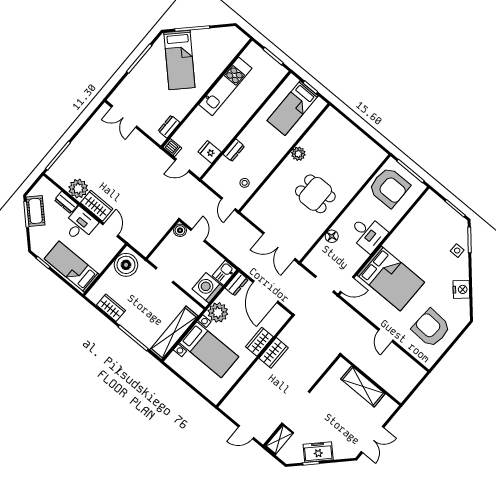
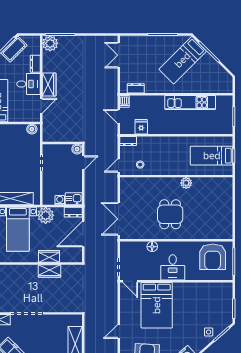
dresser: (234, 150) -> (128, 141), moved
plant: (78, 189) -> (50, 43), moved
boiler: (126, 265) -> (32, 129), width x0.54, depth x0.54
washing machine: (207, 288) -> (60, 200), width x0.53, depth x0.53

